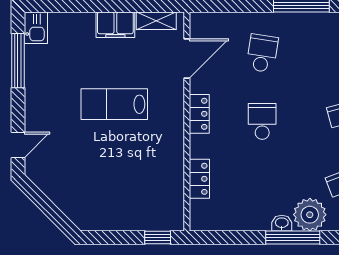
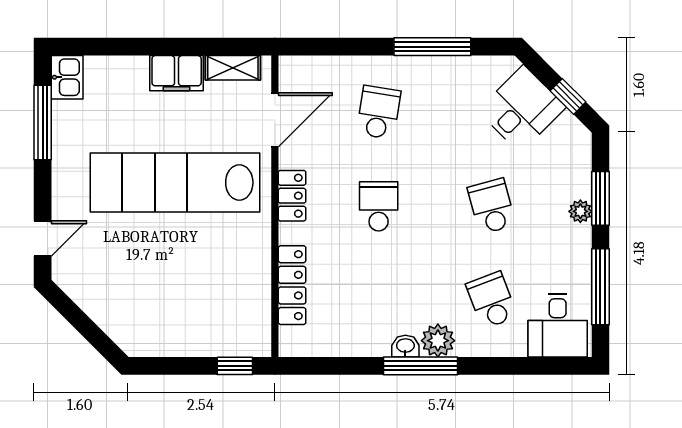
lab bench: (114, 104) -> (175, 183), width x1.86, depth x1.39
locker: (199, 179) -> (292, 285), width x1.53
plant: (310, 215) -> (438, 341), width x0.73, depth x0.73

